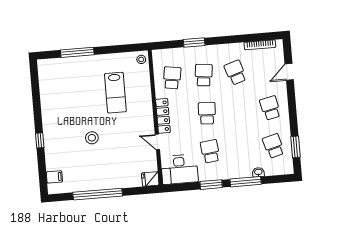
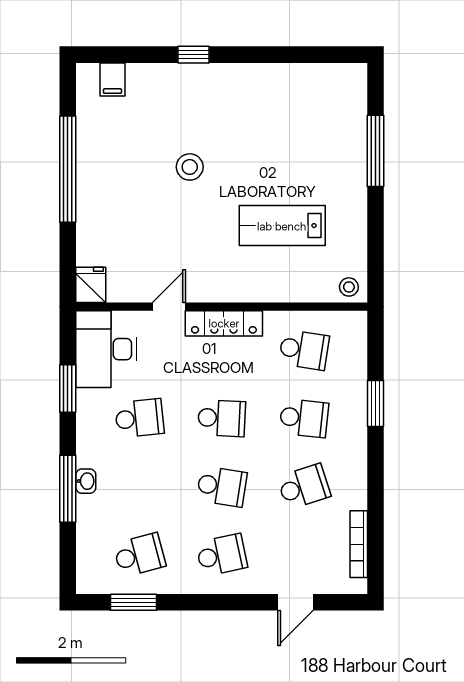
door: (289, 72) -> (296, 602), swing flipped
school desk: (239, 111) -> (222, 487), added
washbasin: (258, 172) -> (86, 481), moved
window: (211, 185) -> (68, 389), moved

